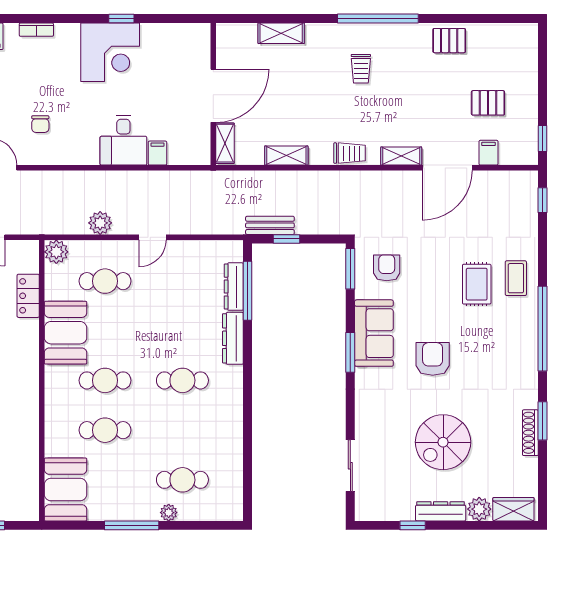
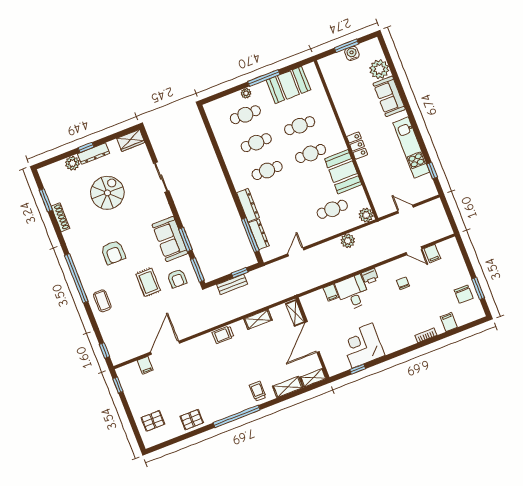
window: (121, 19) -> (358, 369), moved
corner desk: (110, 52) -> (362, 346), moved
trolley: (361, 69) -> (258, 391), moved
pallet: (488, 103) -> (153, 421), moved
printer: (87, 155) -> (370, 276), added
shelving: (401, 156) -> (313, 378), moved
bench: (270, 225) -> (232, 284), moved
door: (152, 237) -> (296, 252), moved
rug: (477, 284) -> (148, 282), moved
locker: (28, 296) -> (357, 146), moved
window: (350, 352) -> (185, 239), moved
armchair: (433, 359) -> (113, 252), moved
window: (543, 421) -> (46, 200), moved
cafe table: (182, 430) -> (256, 143), added
sliding door: (350, 466) -> (161, 177), moved
booth: (66, 489) -> (288, 85), moved, turned 90
wardrobe: (513, 509) -> (131, 140), moved
window: (413, 525) -> (86, 147), moved

